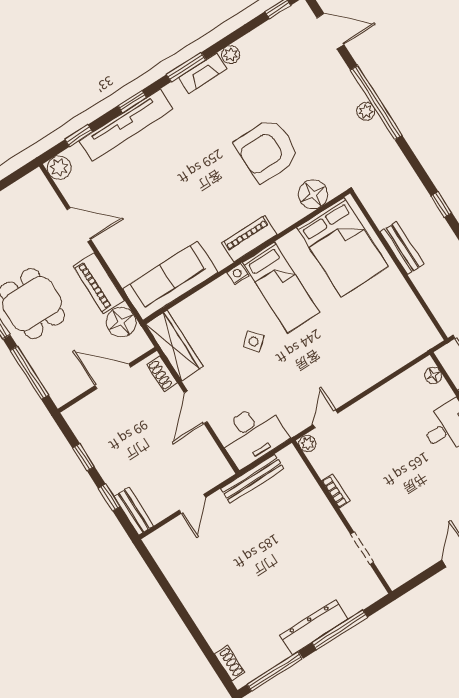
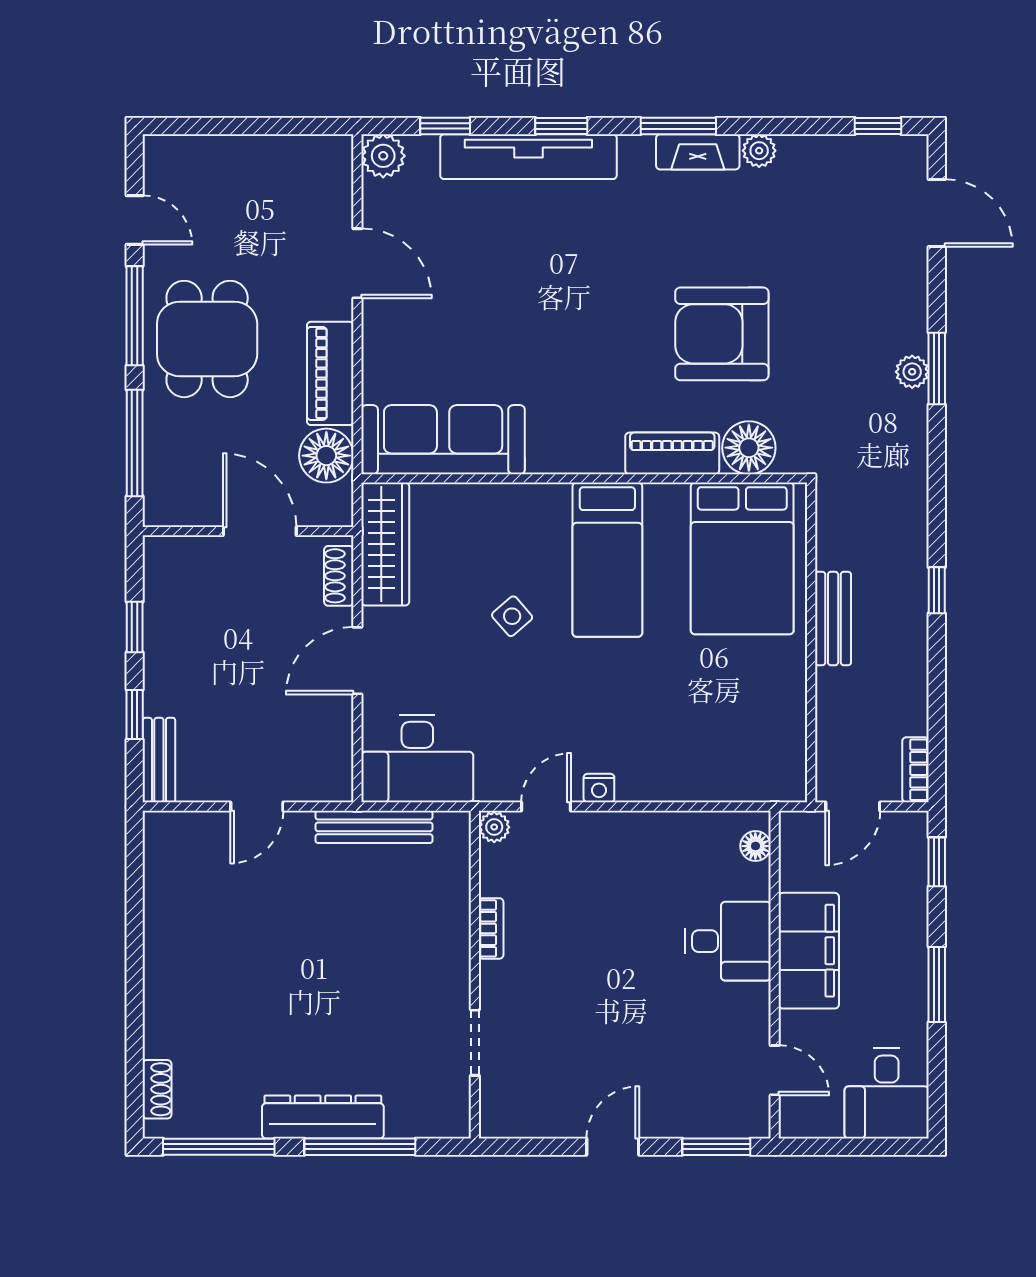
window: (376, 103) -> (937, 369), width x0.47
piano: (249, 239) -> (672, 453), moved
nightstand: (238, 274) -> (599, 788), moved, turned 180

